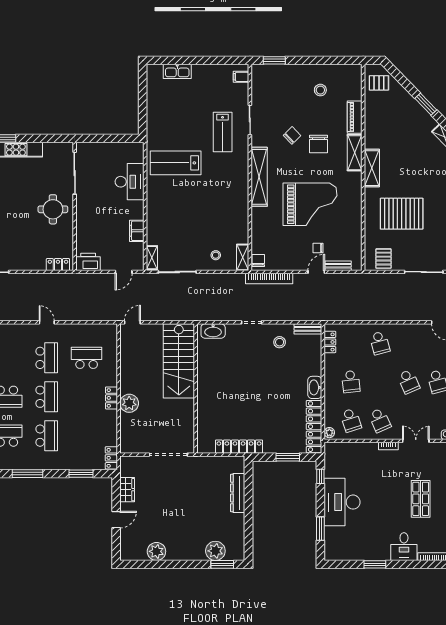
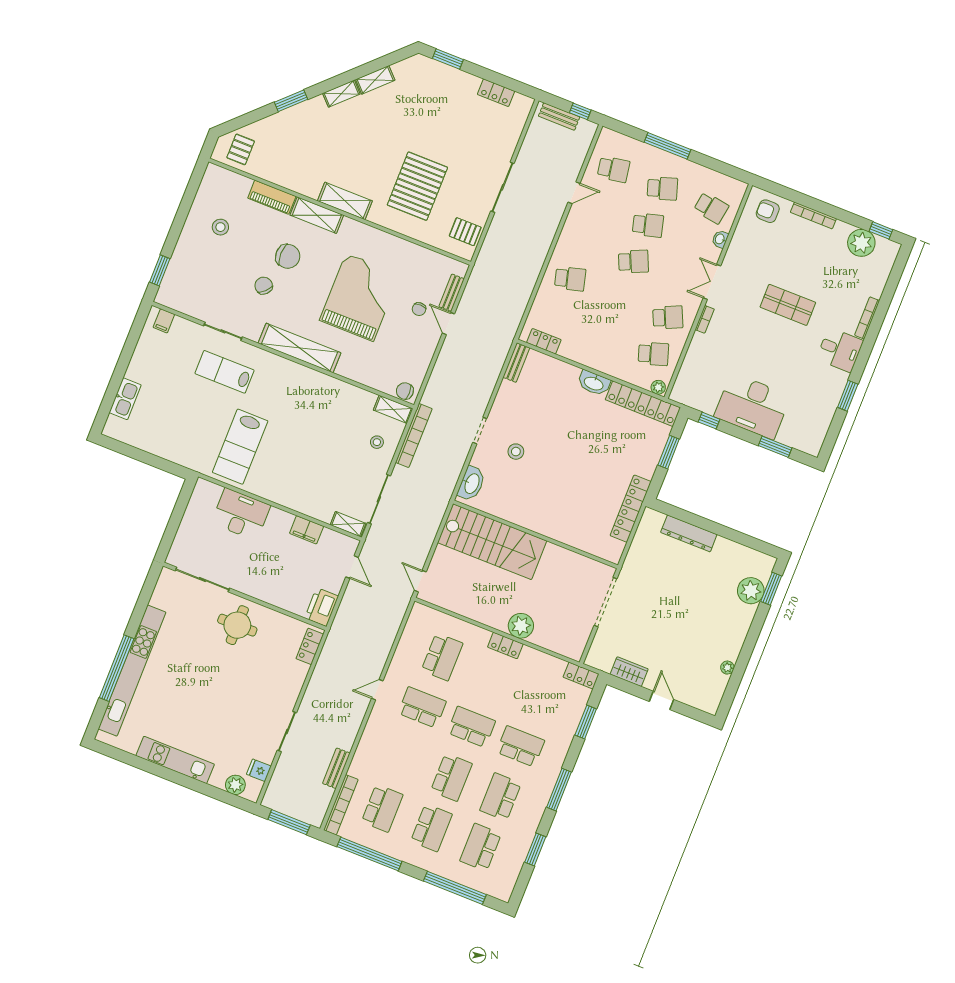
lab bench: (223, 132) -> (225, 372), turned 180
bookcase: (269, 279) -> (414, 436), moved
stool: (280, 342) -> (516, 452), moved
school desk: (87, 358) -> (442, 657), turned 180
school desk: (351, 382) -> (605, 335), removed
plant: (156, 551) -> (727, 668), width x0.53, depth x0.53

